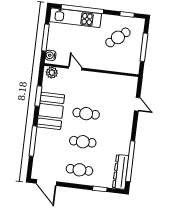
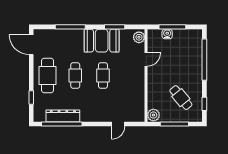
kitchen unit: (75, 18) -> (195, 54), removed
water cooler: (51, 55) -> (167, 34), moved
plant: (132, 67) -> (153, 115), added
cafe table: (79, 170) -> (48, 75), width x1.37, depth x1.35
dresser: (121, 172) -> (63, 116), moved
door: (46, 183) -> (31, 45), hinge flipped

